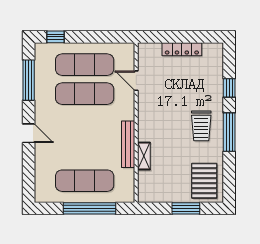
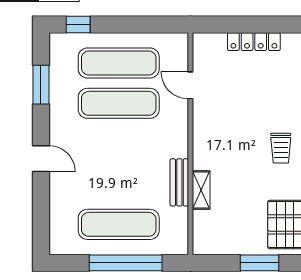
window: (29, 80) -> (41, 85), width x0.69
trolley: (201, 126) -> (281, 148), width x0.73, depth x0.72
bench: (128, 144) -> (179, 182), width x0.73

